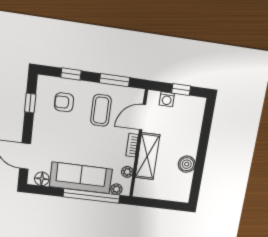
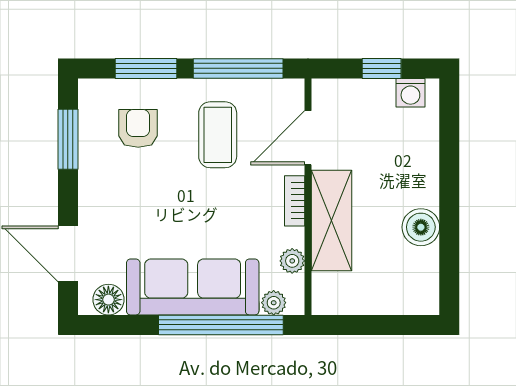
window: (71, 74) -> (146, 68), width x1.50
window: (115, 80) -> (238, 68), width x1.44
washing machine: (167, 99) -> (410, 93), moved
armchair: (64, 102) -> (138, 128), turned 90
window: (30, 103) -> (68, 139), width x1.50

